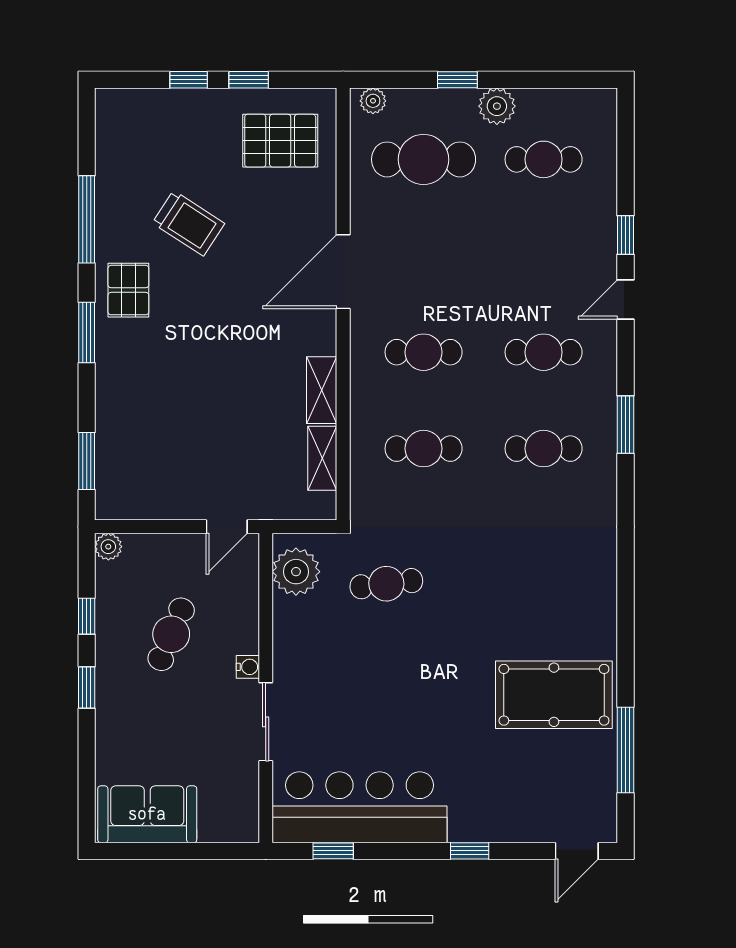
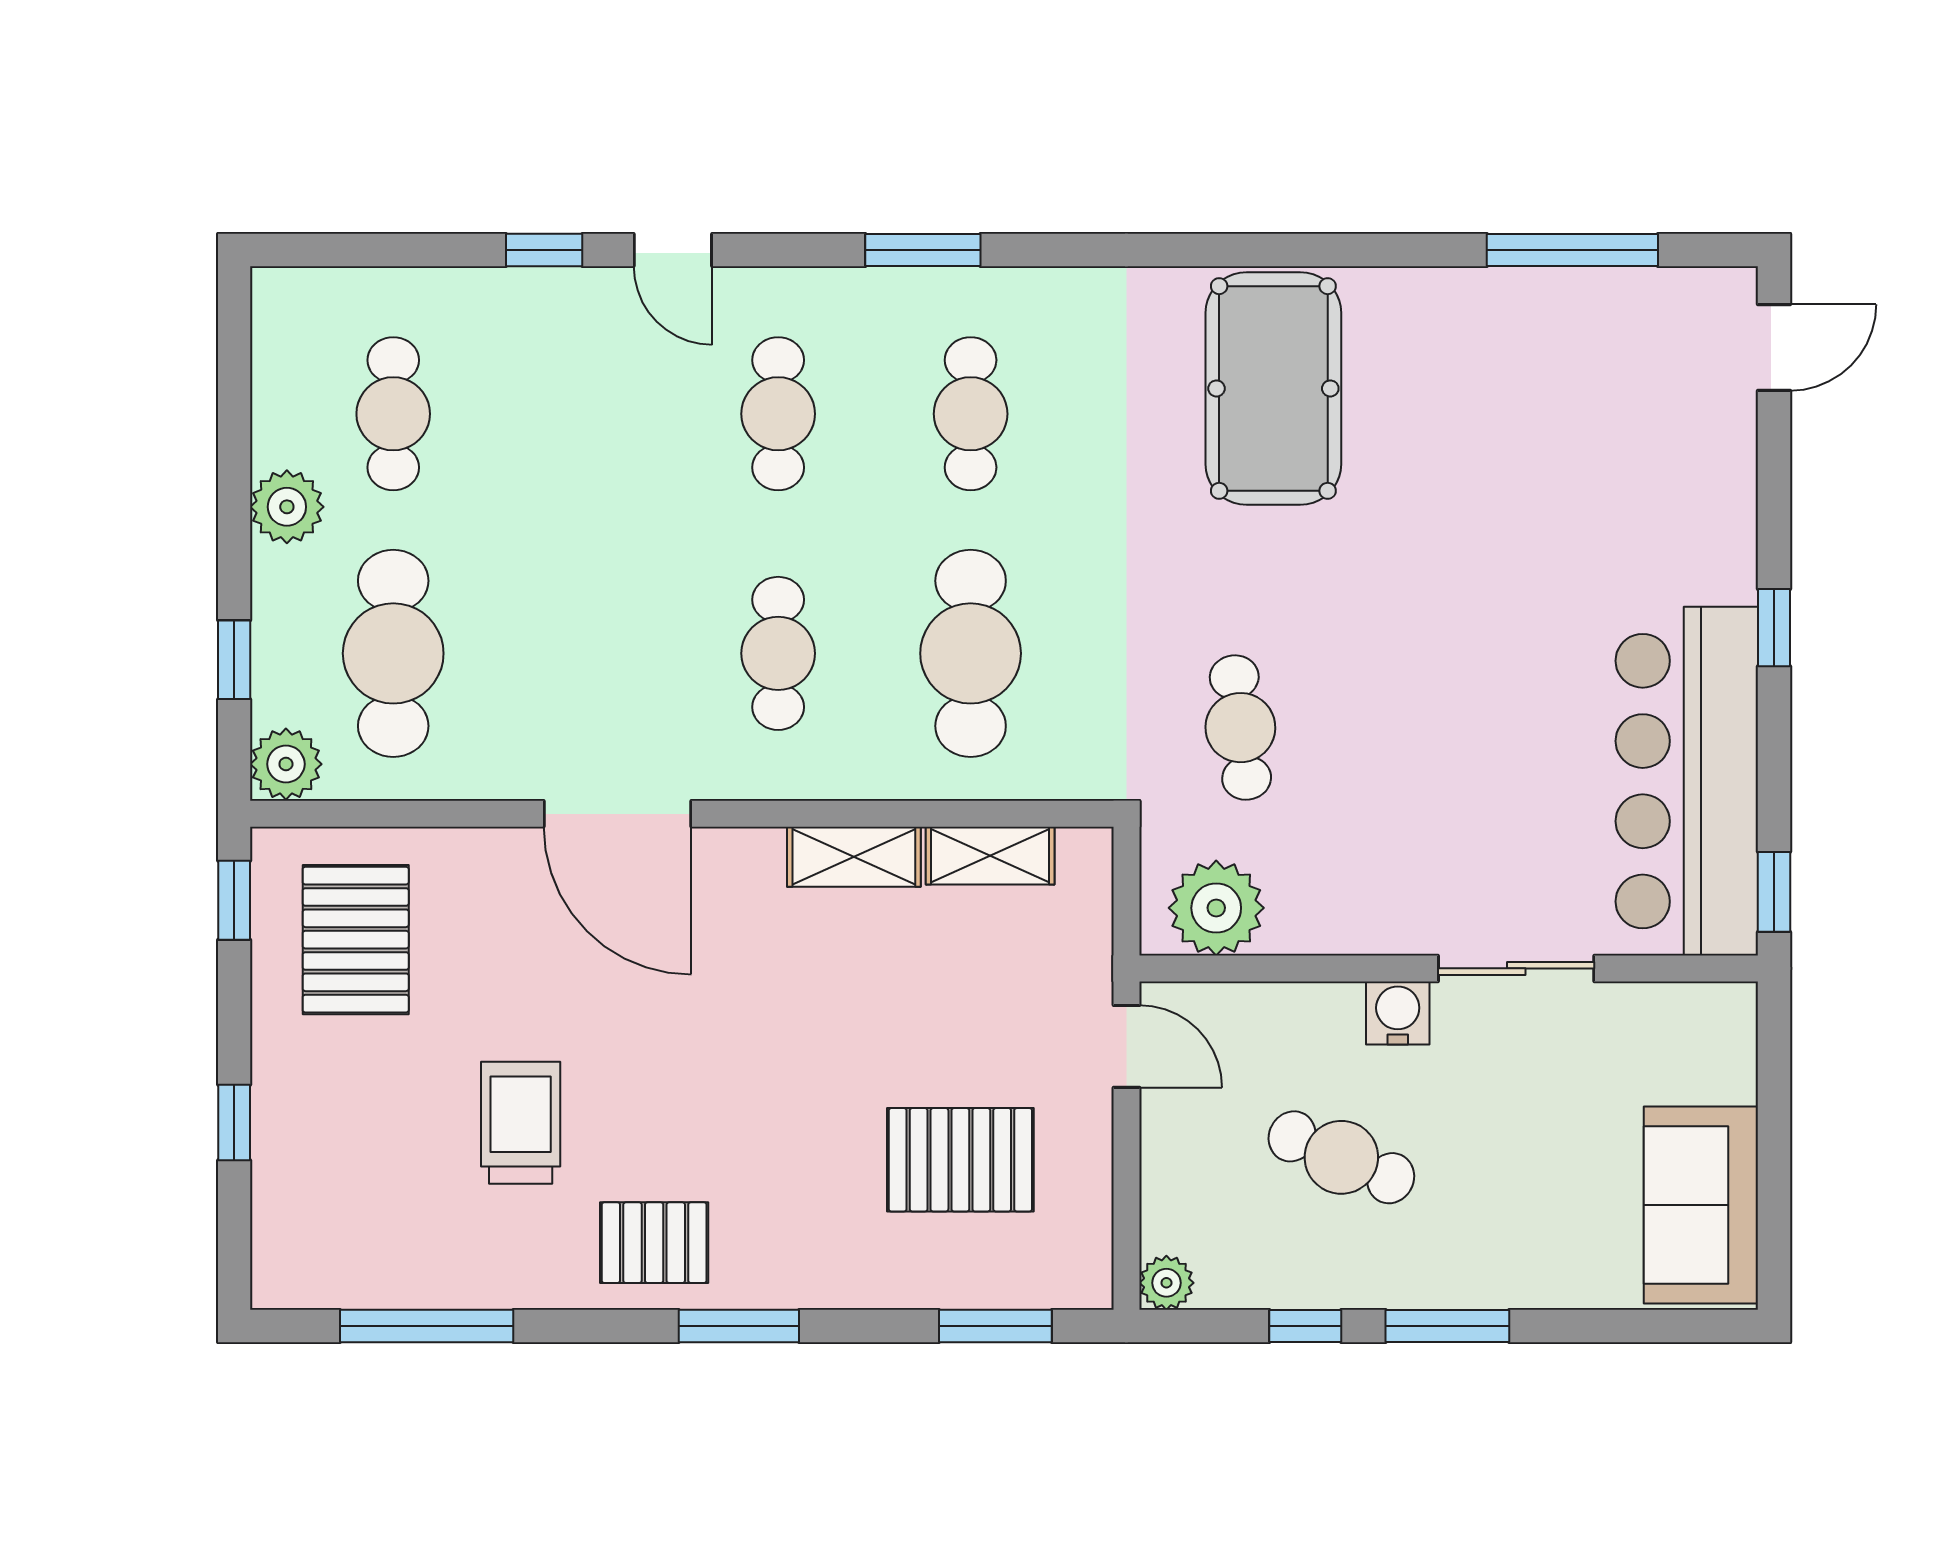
window: (249, 80) -> (234, 900), moved
window: (457, 80) -> (234, 660), moved
plant: (373, 101) -> (286, 764), width x1.38, depth x1.38
window: (87, 219) -> (427, 1326), moved
trolley: (188, 223) -> (521, 1123), turned -33
pallet: (170, 443) -> (960, 1160), added
cafe table: (424, 449) -> (971, 653), width x1.37, depth x1.35
water cooler: (248, 667) -> (1398, 1013), width x1.38, depth x1.38
window: (87, 687) -> (1447, 1326), width x1.50
pool table: (554, 695) -> (1273, 388), moved
window: (333, 851) -> (1774, 892), moved
window: (470, 851) -> (1774, 628), moved
door: (577, 851) -> (1774, 347), hinge flipped

